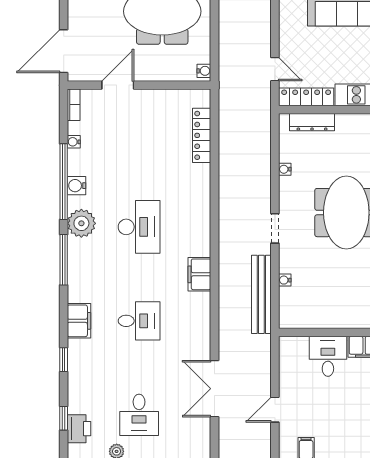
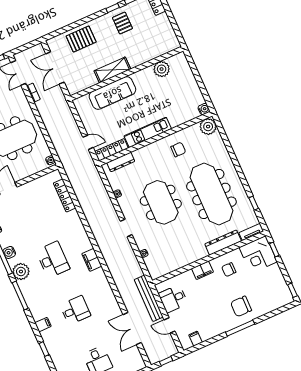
filing cabinet: (199, 274) -> (92, 260), moved
bench: (261, 294) -> (149, 298), moved
filing cabinet: (79, 321) -> (43, 325), width x0.50
desk: (328, 356) -> (173, 299), moved, turned -90
door: (275, 410) -> (170, 325), hinge flipped

